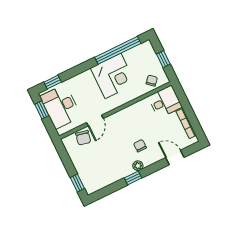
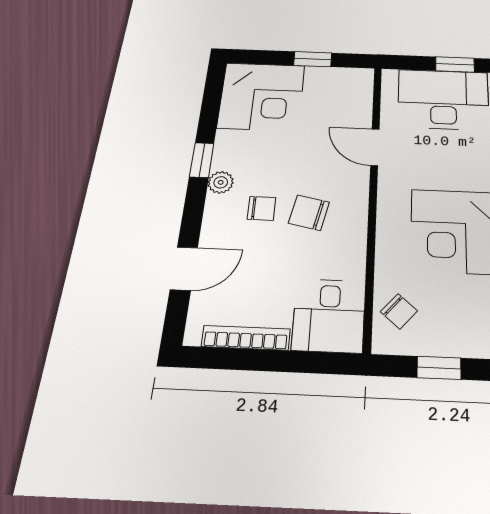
chair: (83, 138) -> (309, 213), moved
corner desk: (95, 173) -> (261, 96), added
window: (77, 183) -> (313, 59), moved

